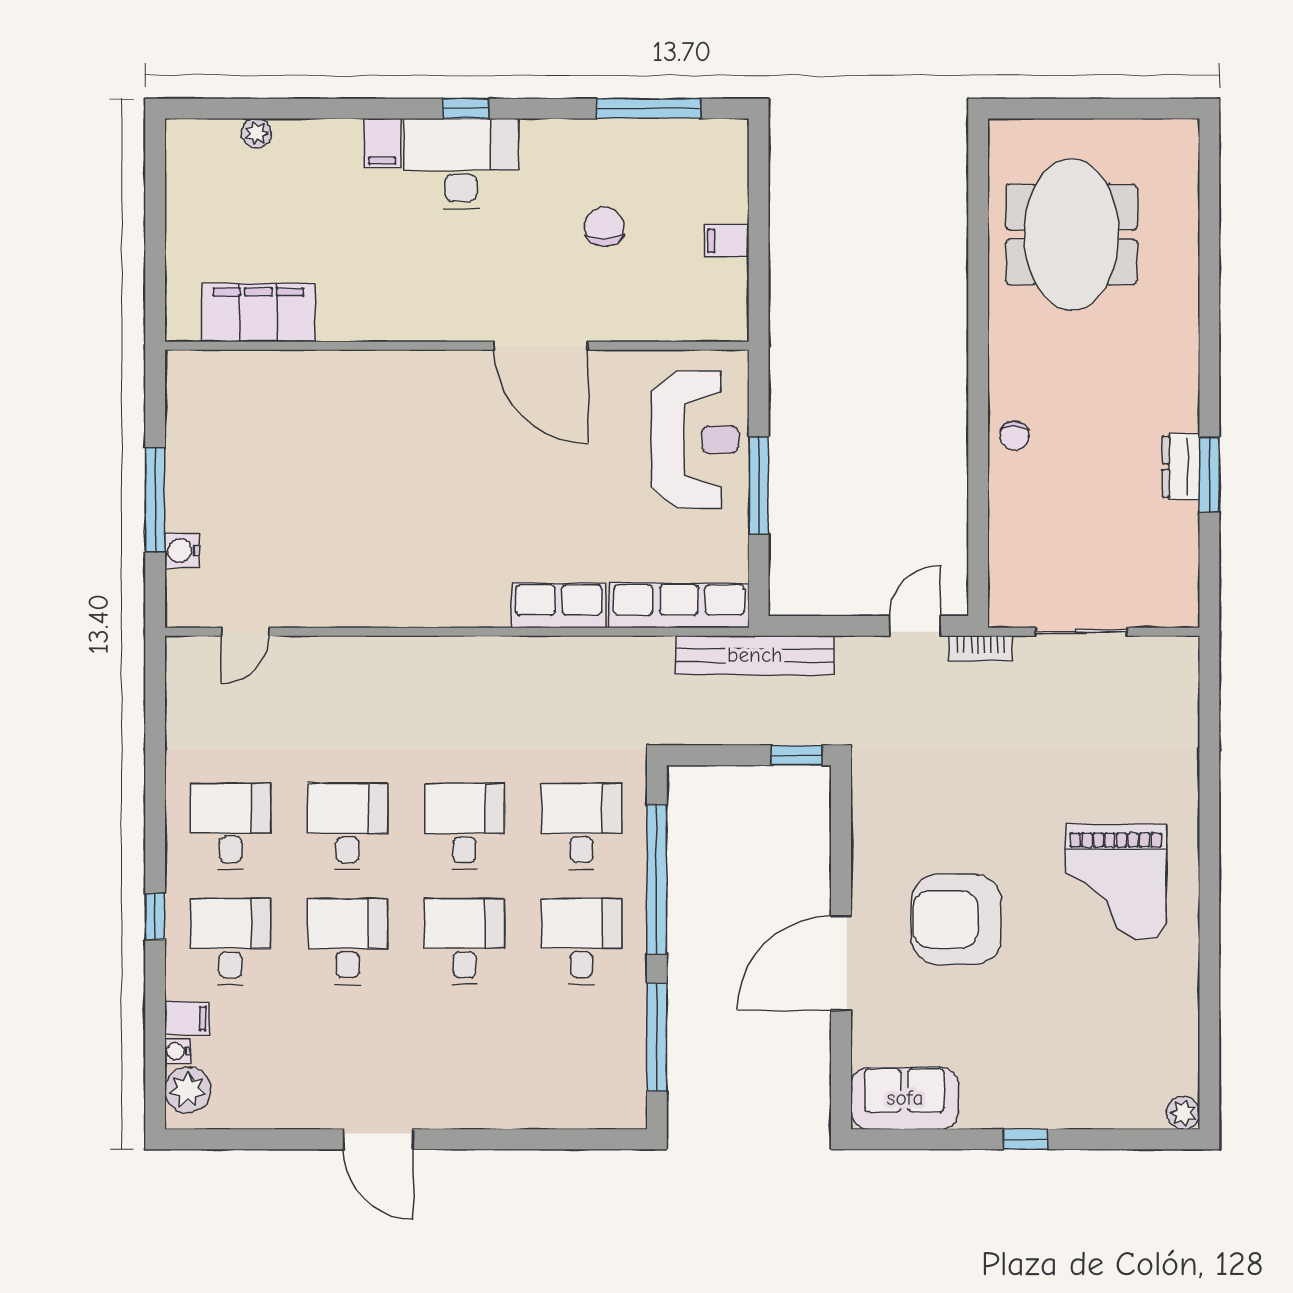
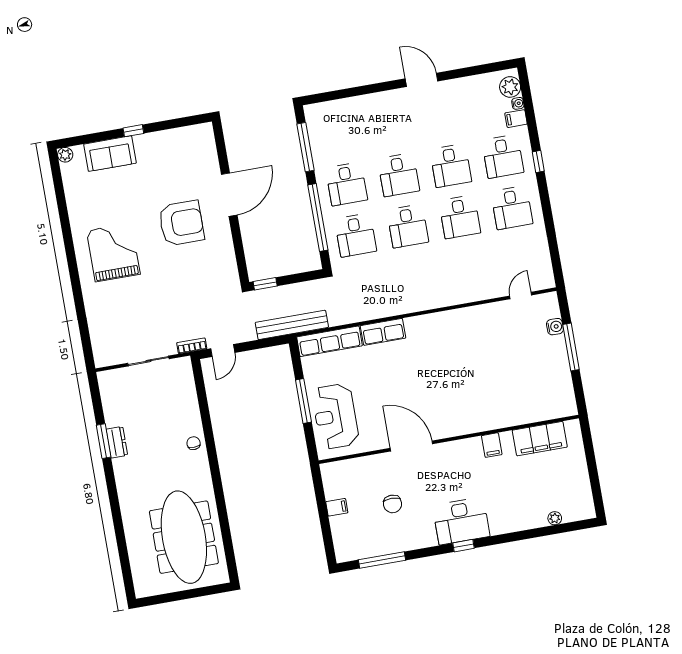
filing cabinet: (382, 143) -> (492, 445), moved, turned 180
meeting table: (1071, 235) -> (184, 537), width x1.36
sofa: (905, 1098) -> (110, 154), moved

